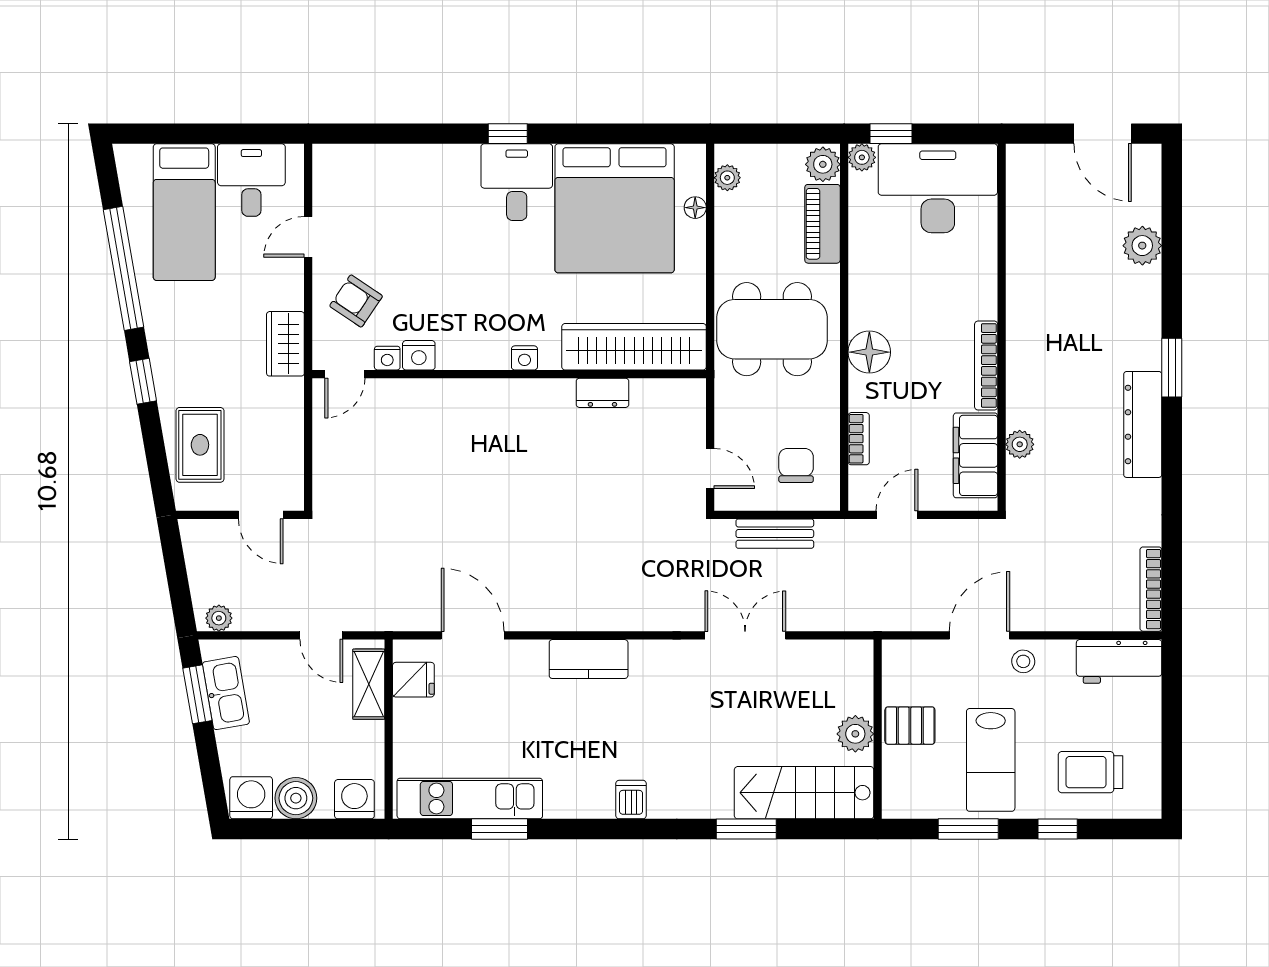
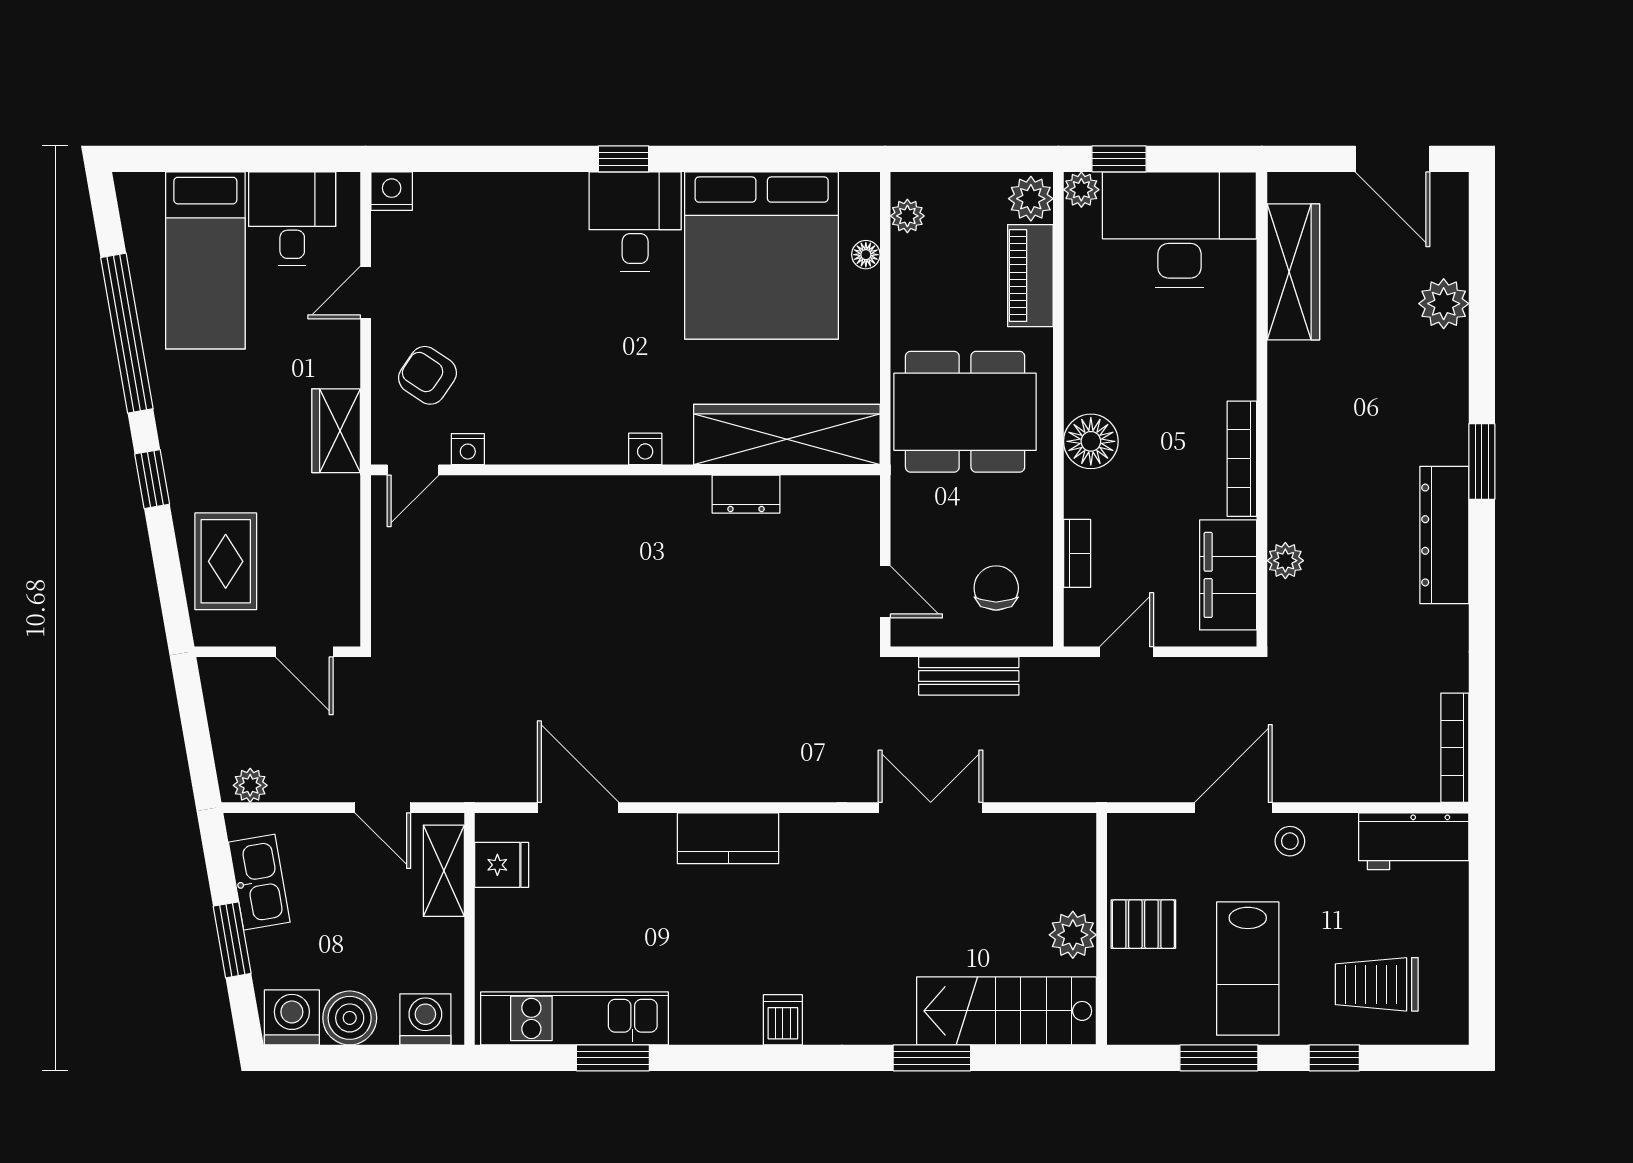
wardrobe: (1026, 221) -> (1293, 272), added
nightstand: (419, 355) -> (392, 191), moved, turned 180
window: (197, 694) -> (232, 940), moved

